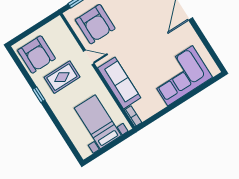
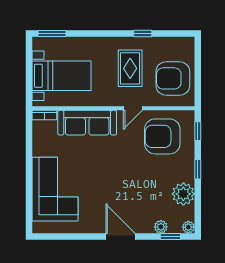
armchair: (37, 54) -> (173, 78), moved
window: (39, 95) -> (143, 33), moved
window: (72, 147) -> (52, 33), added

